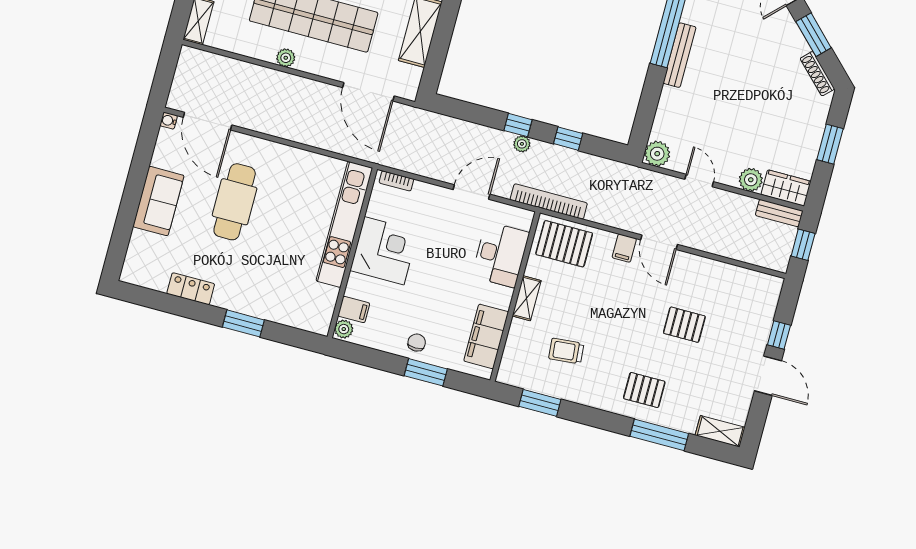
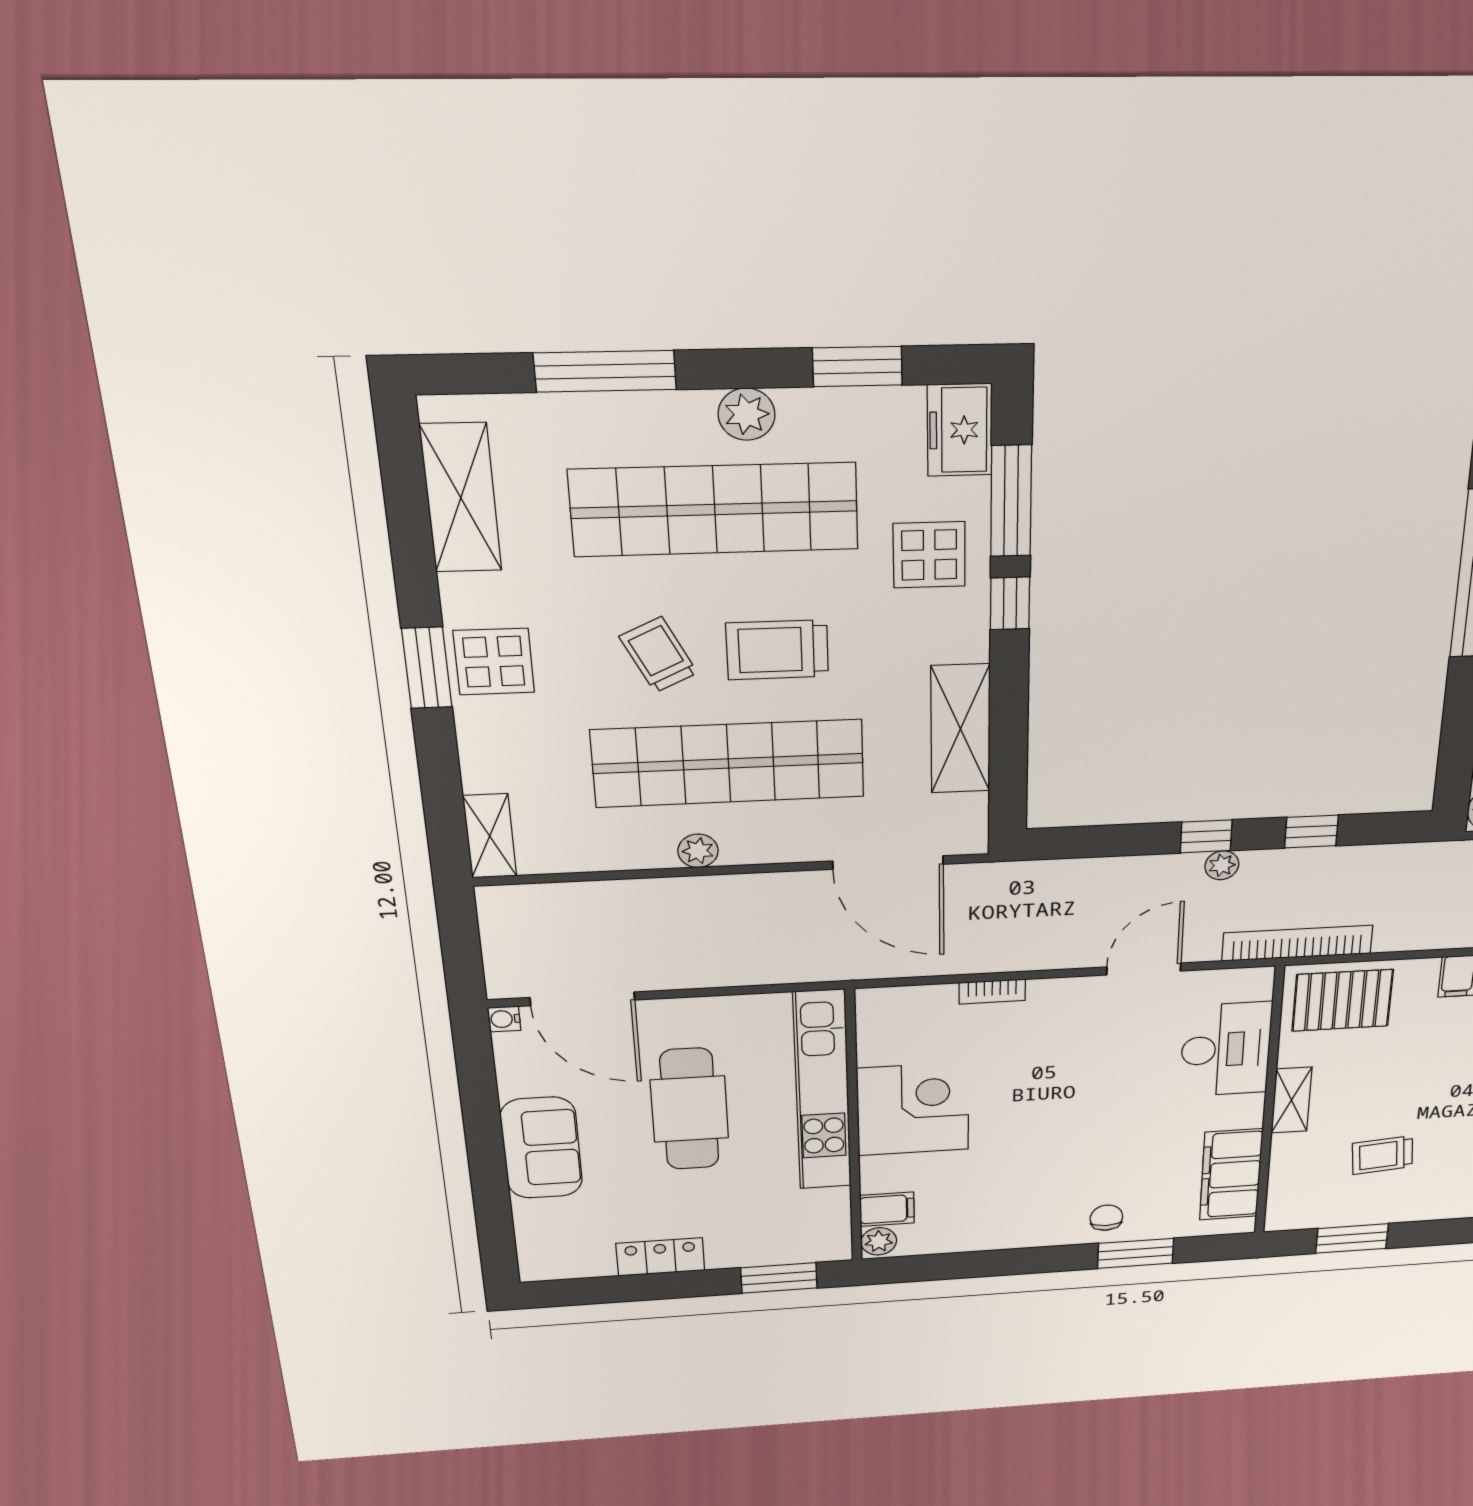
kitchen unit: (344, 224) -> (822, 1091), moved
corner desk: (384, 251) -> (913, 1109), moved
wall: (352, 253) -> (854, 1129), moved
filing cabinet: (354, 310) -> (887, 1209), moved
plant: (344, 329) -> (879, 1241), moved

